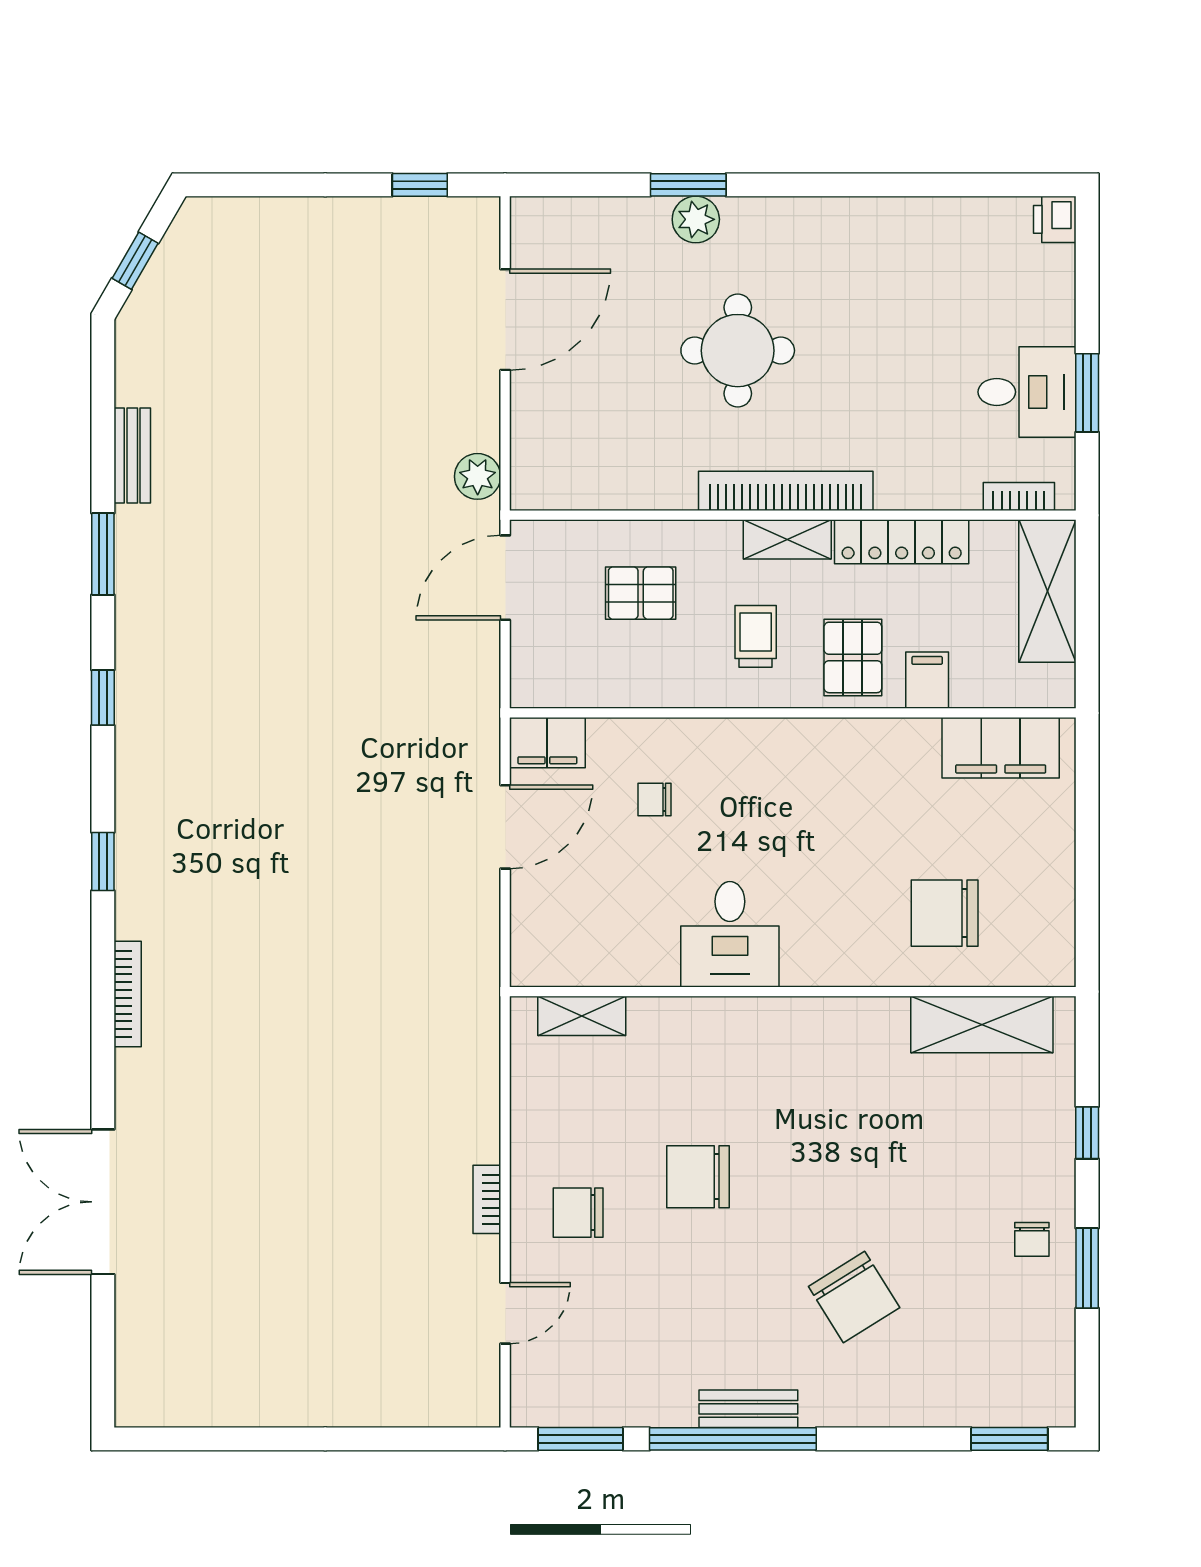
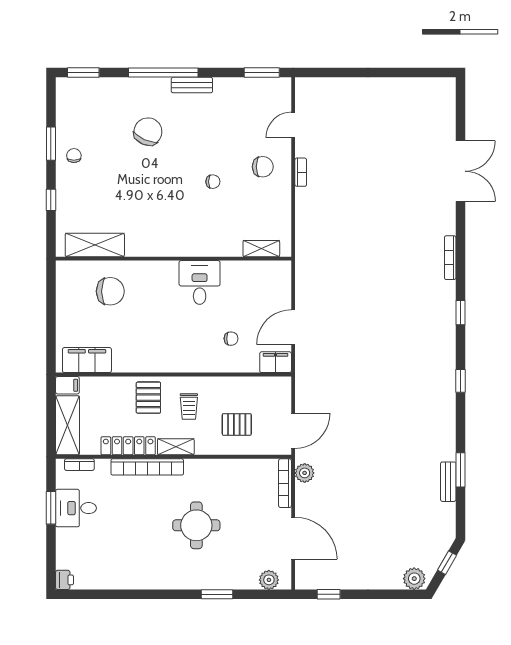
plant: (696, 219) -> (269, 580), moved
plant: (214, 222) -> (414, 579), added
door: (505, 320) -> (293, 538), swing flipped
bookcase: (525, 452) -> (285, 483), added
bookcase: (786, 491) -> (147, 467), moved
window: (103, 554) -> (460, 470), moved
filing cabinet: (927, 680) -> (67, 385), moved, turned -90
chair: (698, 1177) -> (213, 182), width x0.54, depth x0.54
chair: (854, 1297) -> (148, 132), turned 56
window: (733, 1439) -> (163, 73), moved

